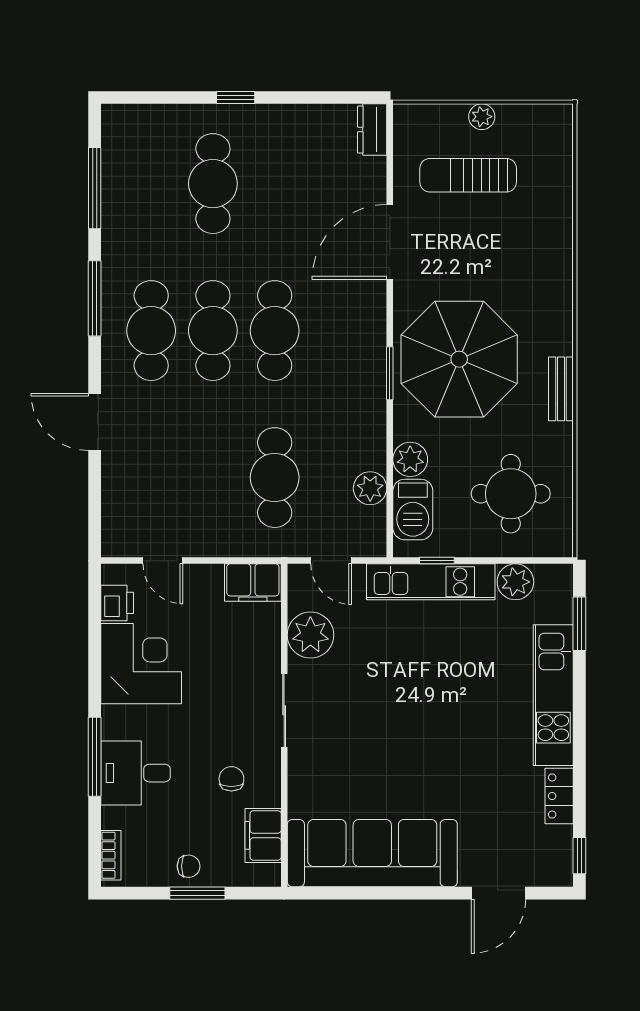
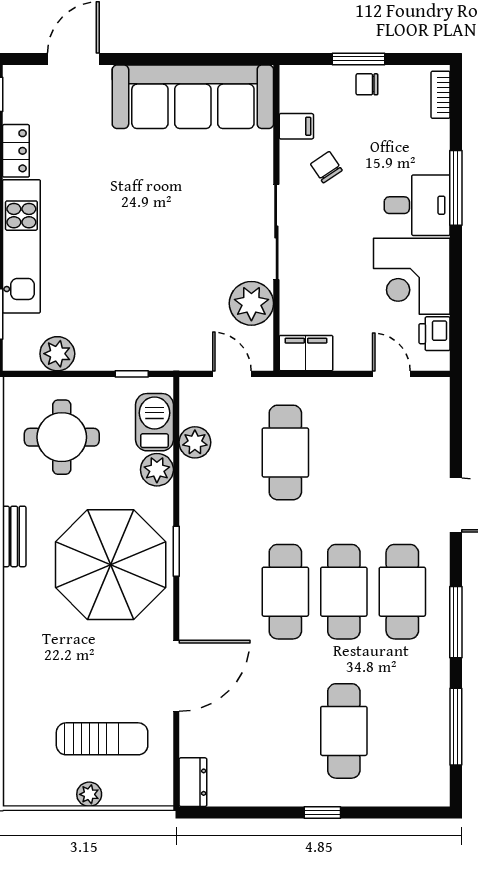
kitchen unit: (431, 582) -> (138, 354), removed
sliding door: (284, 710) -> (276, 232), width x1.37
desk: (135, 773) -> (417, 205), moved
chair: (231, 779) -> (326, 167), turned 146
filing cabinet: (263, 835) -> (296, 126), width x0.50

